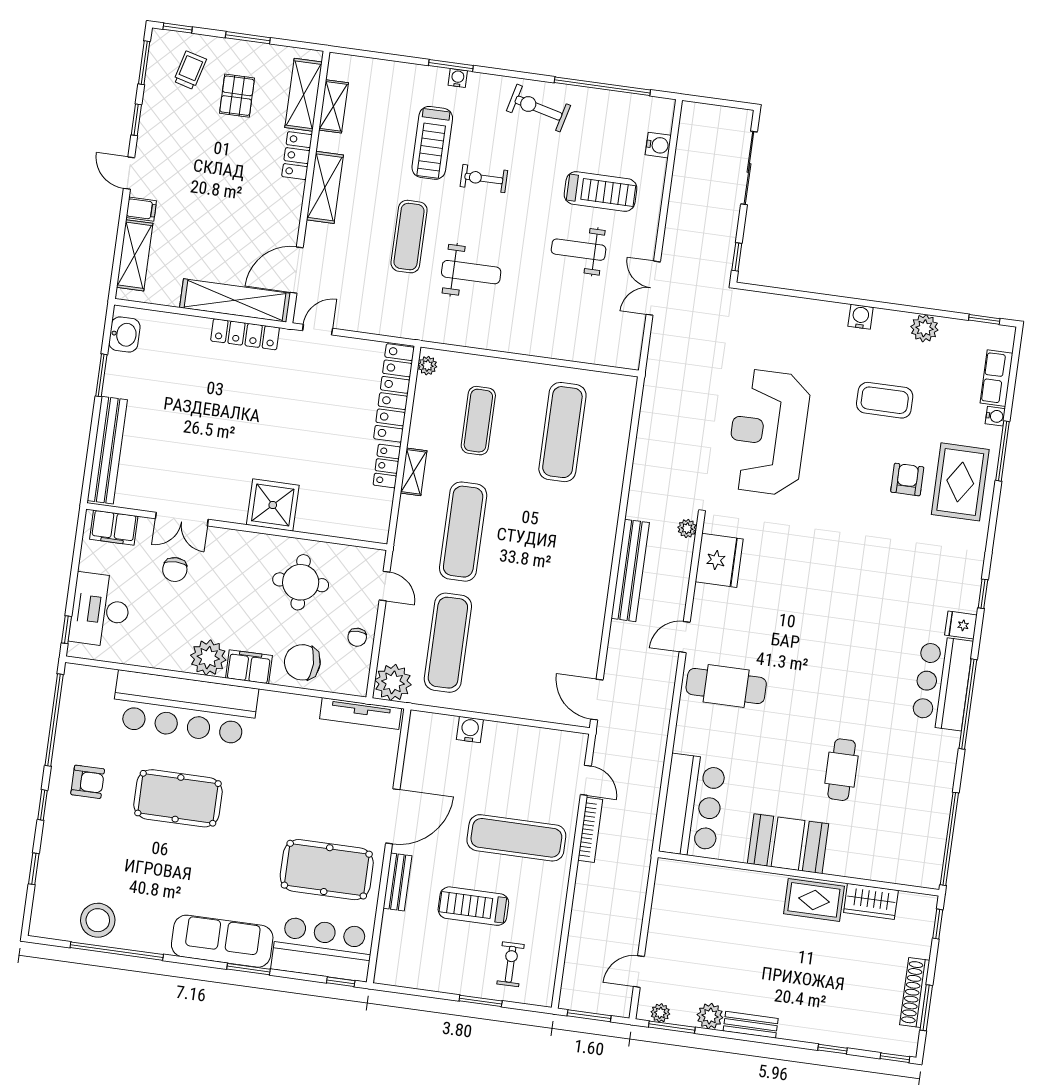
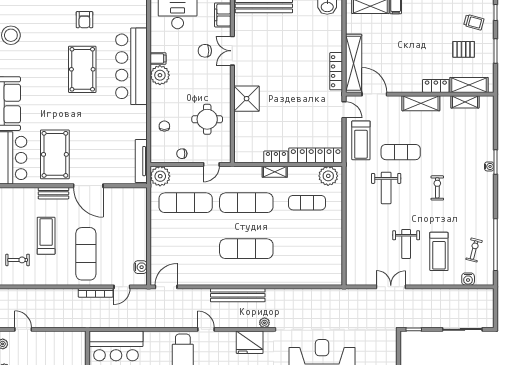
exercise bike: (538, 108) -> (474, 250), moved, width x0.73, depth x0.72
treadmill: (432, 143) -> (361, 140), moved, turned -90
weight bench: (579, 250) -> (406, 244), turned 180
plant: (427, 366) -> (328, 176), width x1.88, depth x1.88
exercise mat: (562, 432) -> (246, 249), moved
chair: (302, 662) -> (164, 126), width x0.54, depth x0.54
filing cabinet: (249, 667) -> (158, 59), moved, width x0.50
water cooler: (470, 730) -> (141, 267), moved

